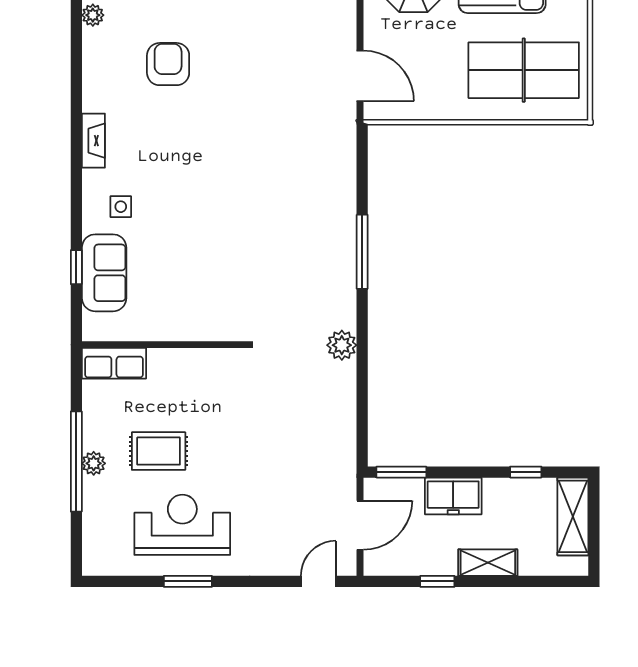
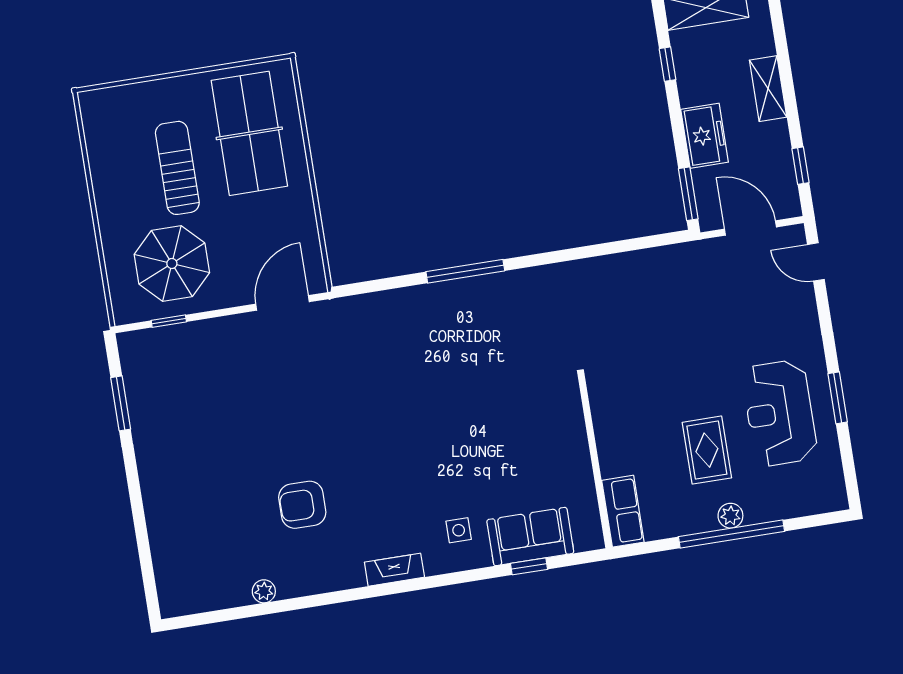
plant: (342, 345) -> (566, 277), removed
window: (437, 581) -> (800, 166), moved

